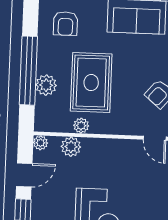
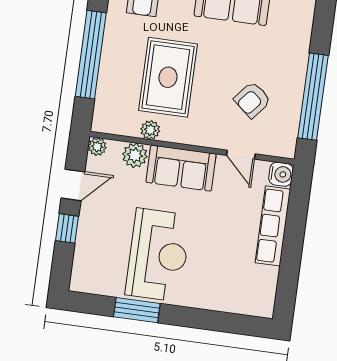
plant: (46, 85) -> (111, 75), removed
sofa: (108, 153) -> (181, 168), added

